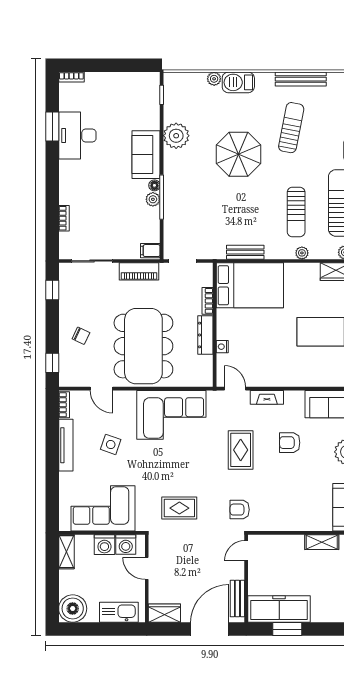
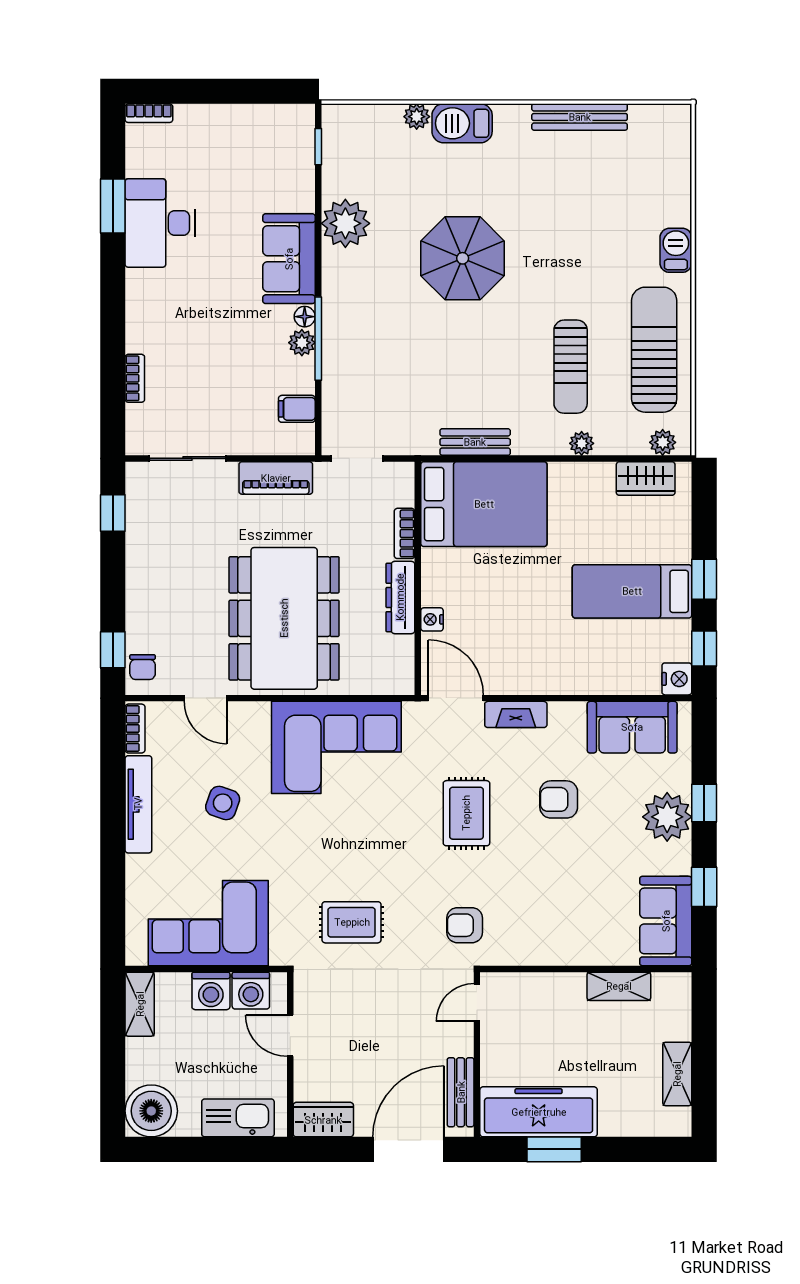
sun lounger: (291, 128) -> (561, 208), removed
filing cabinet: (150, 251) -> (297, 409), moved
chair: (81, 336) -> (143, 667), moved, turned 65
door: (235, 389) -> (456, 698), width x1.38

